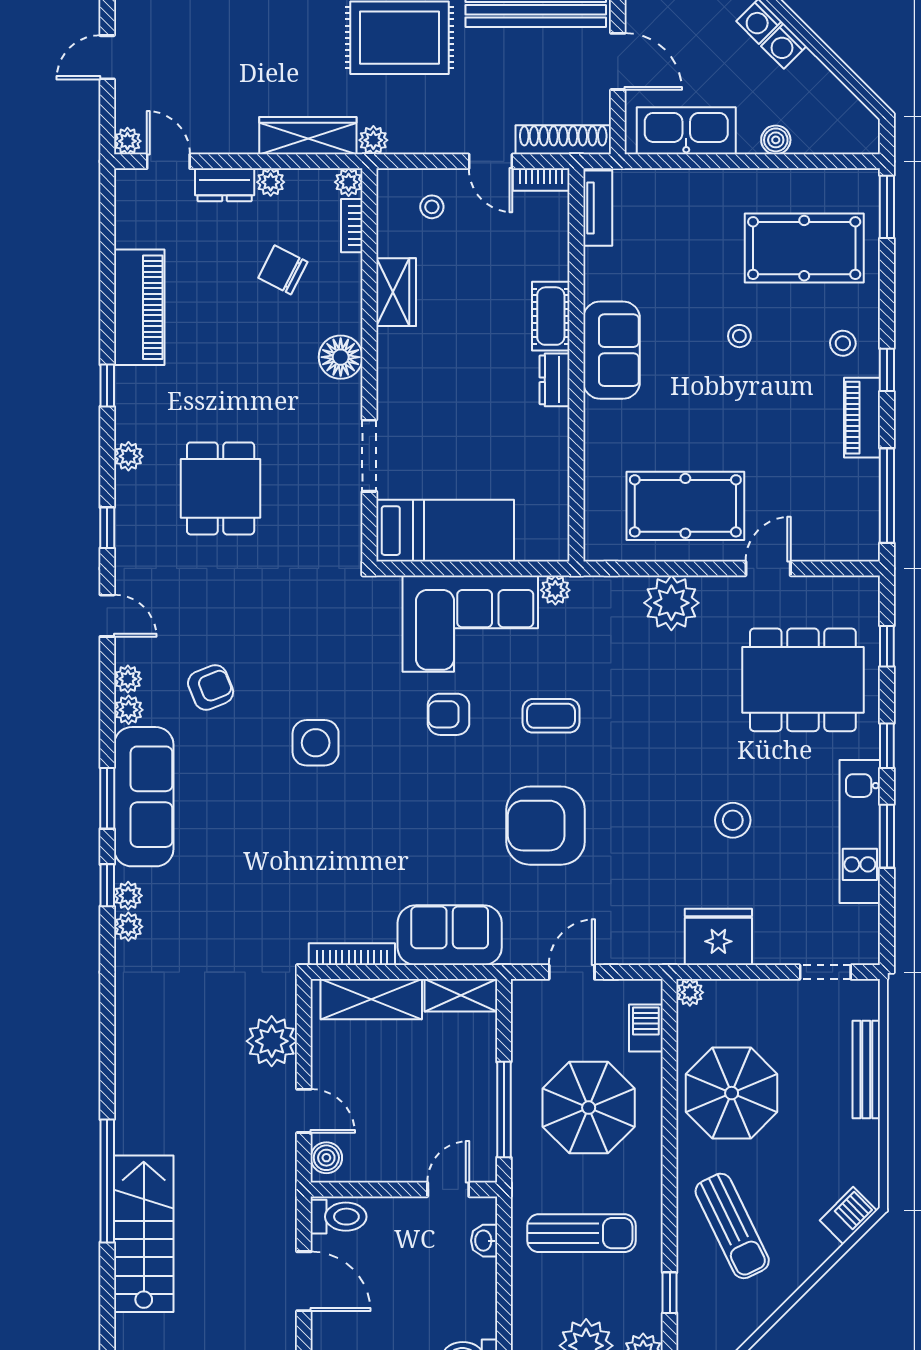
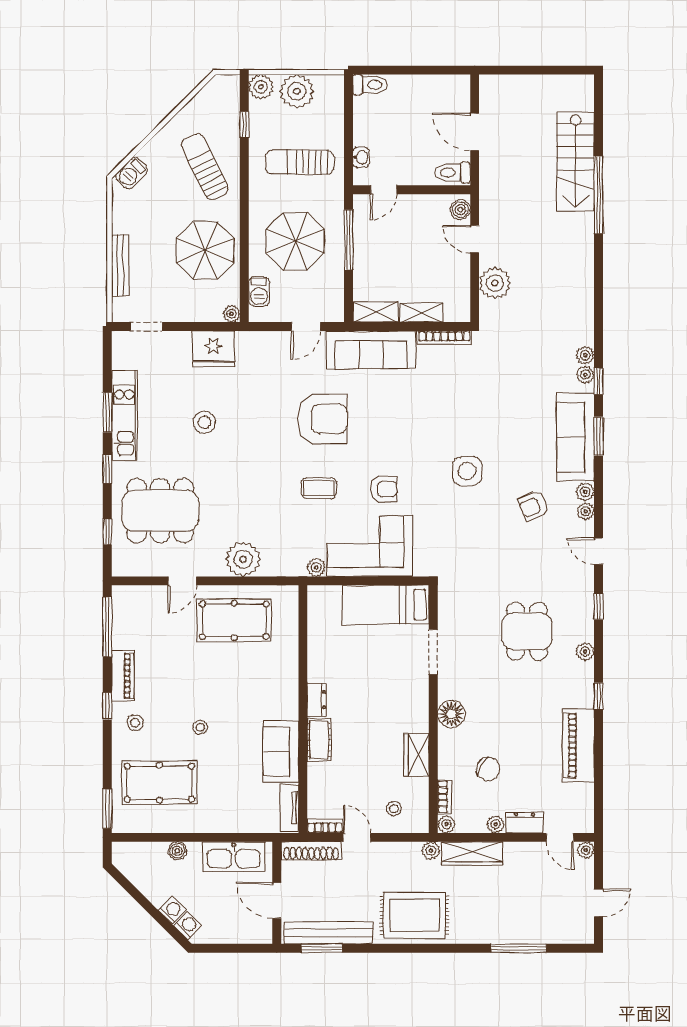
sofa: (612, 350) -> (281, 752), moved
sofa: (450, 935) -> (371, 350), width x1.36
shelving: (371, 999) -> (421, 313), width x0.67, depth x0.75

